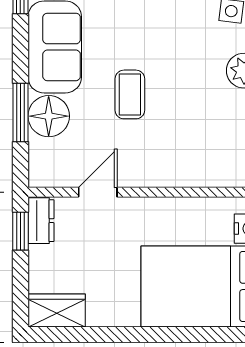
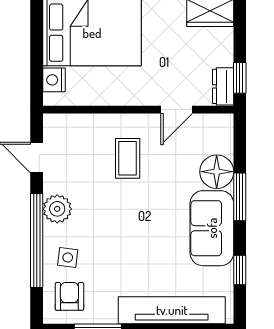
coffee table: (130, 94) -> (128, 158), moved
window: (20, 112) -> (240, 197), moved

